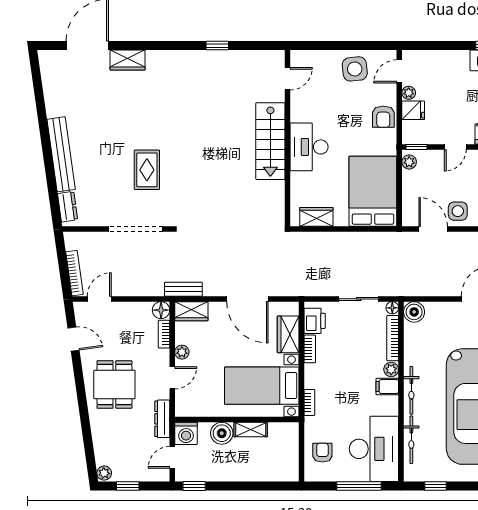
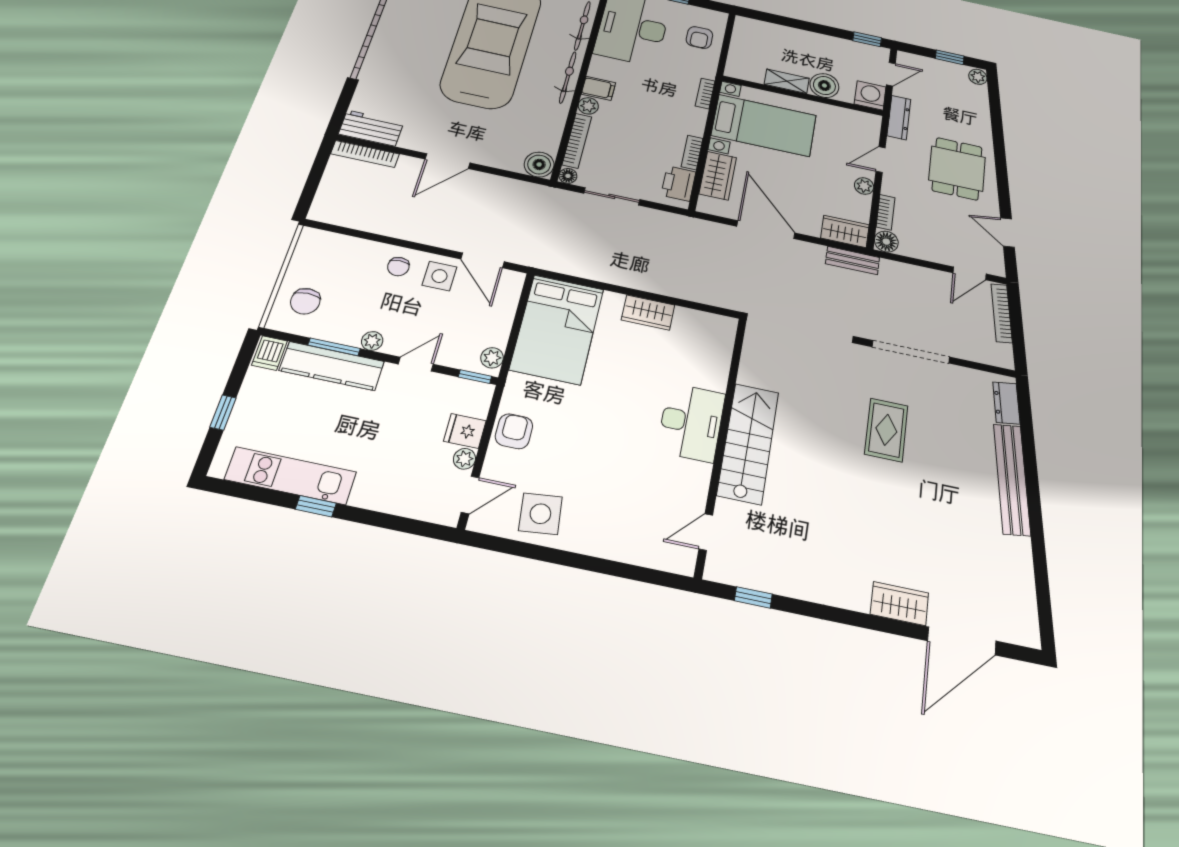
door: (288, 79) -> (706, 532), moved
wall: (288, 138) -> (721, 442), moved
stairs: (270, 141) -> (748, 443), moved
desk: (309, 147) -> (691, 422), moved

